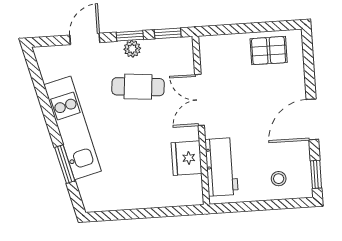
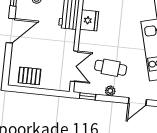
window: (130, 36) -> (110, 99), removed
double door: (200, 100) -> (74, 66), moved

